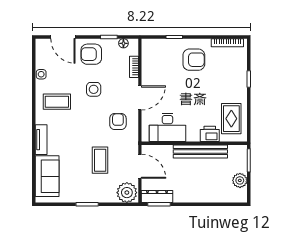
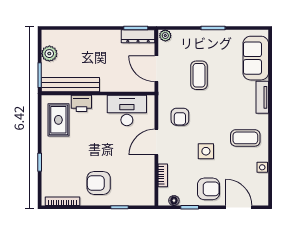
bench: (200, 152) -> (70, 85), moved
plant: (127, 193) -> (165, 36), width x0.53, depth x0.53

